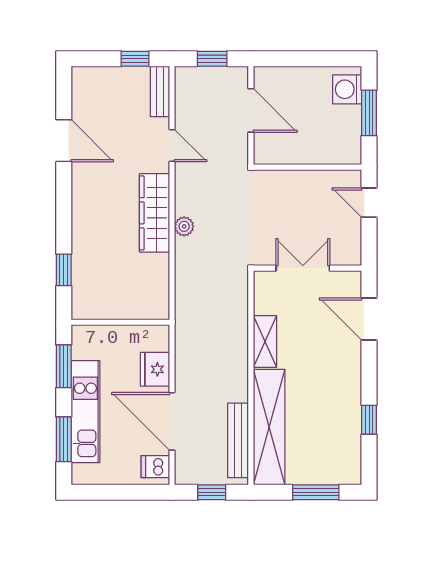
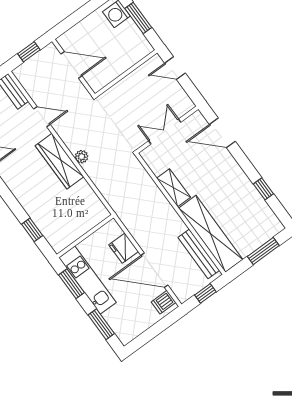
kitchen unit: (85, 412) -> (87, 280), moved

